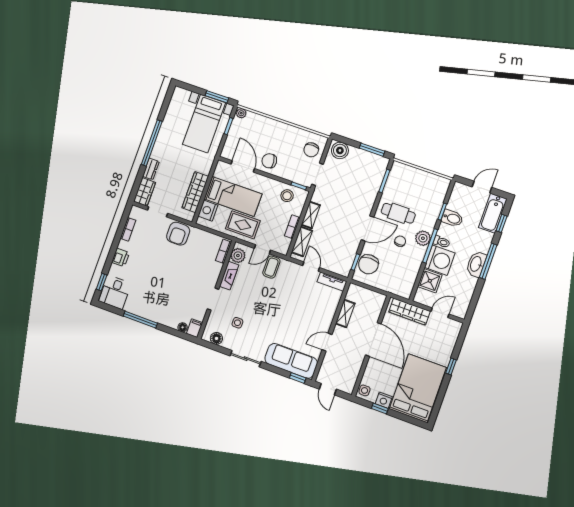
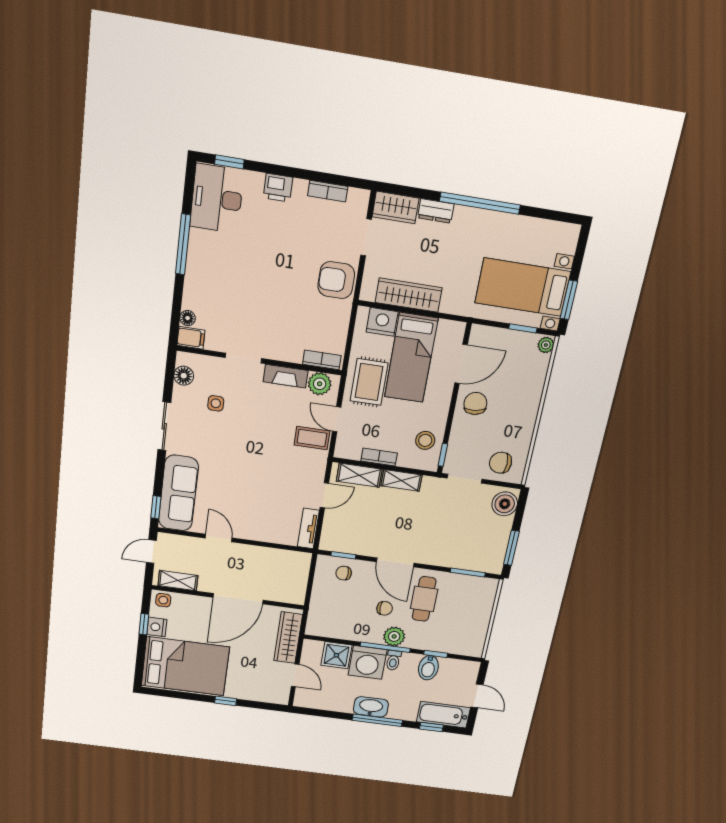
chair: (368, 264) -> (344, 573), width x0.54, depth x0.54
desk: (115, 292) -> (217, 199), width x1.37
shelving: (345, 313) -> (178, 581), moved

